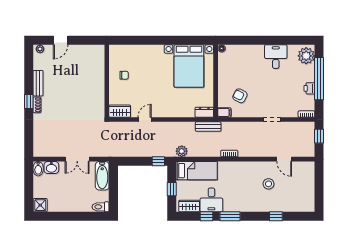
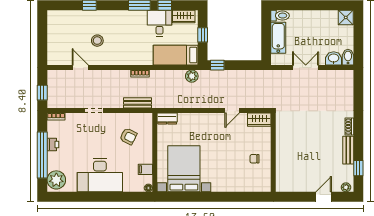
desk: (276, 57) -> (100, 175), width x1.87, depth x1.30
window: (29, 102) -> (358, 168), moved
filing cabinet: (224, 112) -> (145, 169), moved
bench: (208, 127) -> (138, 103), moved
bathtub: (102, 176) -> (278, 38), moved

